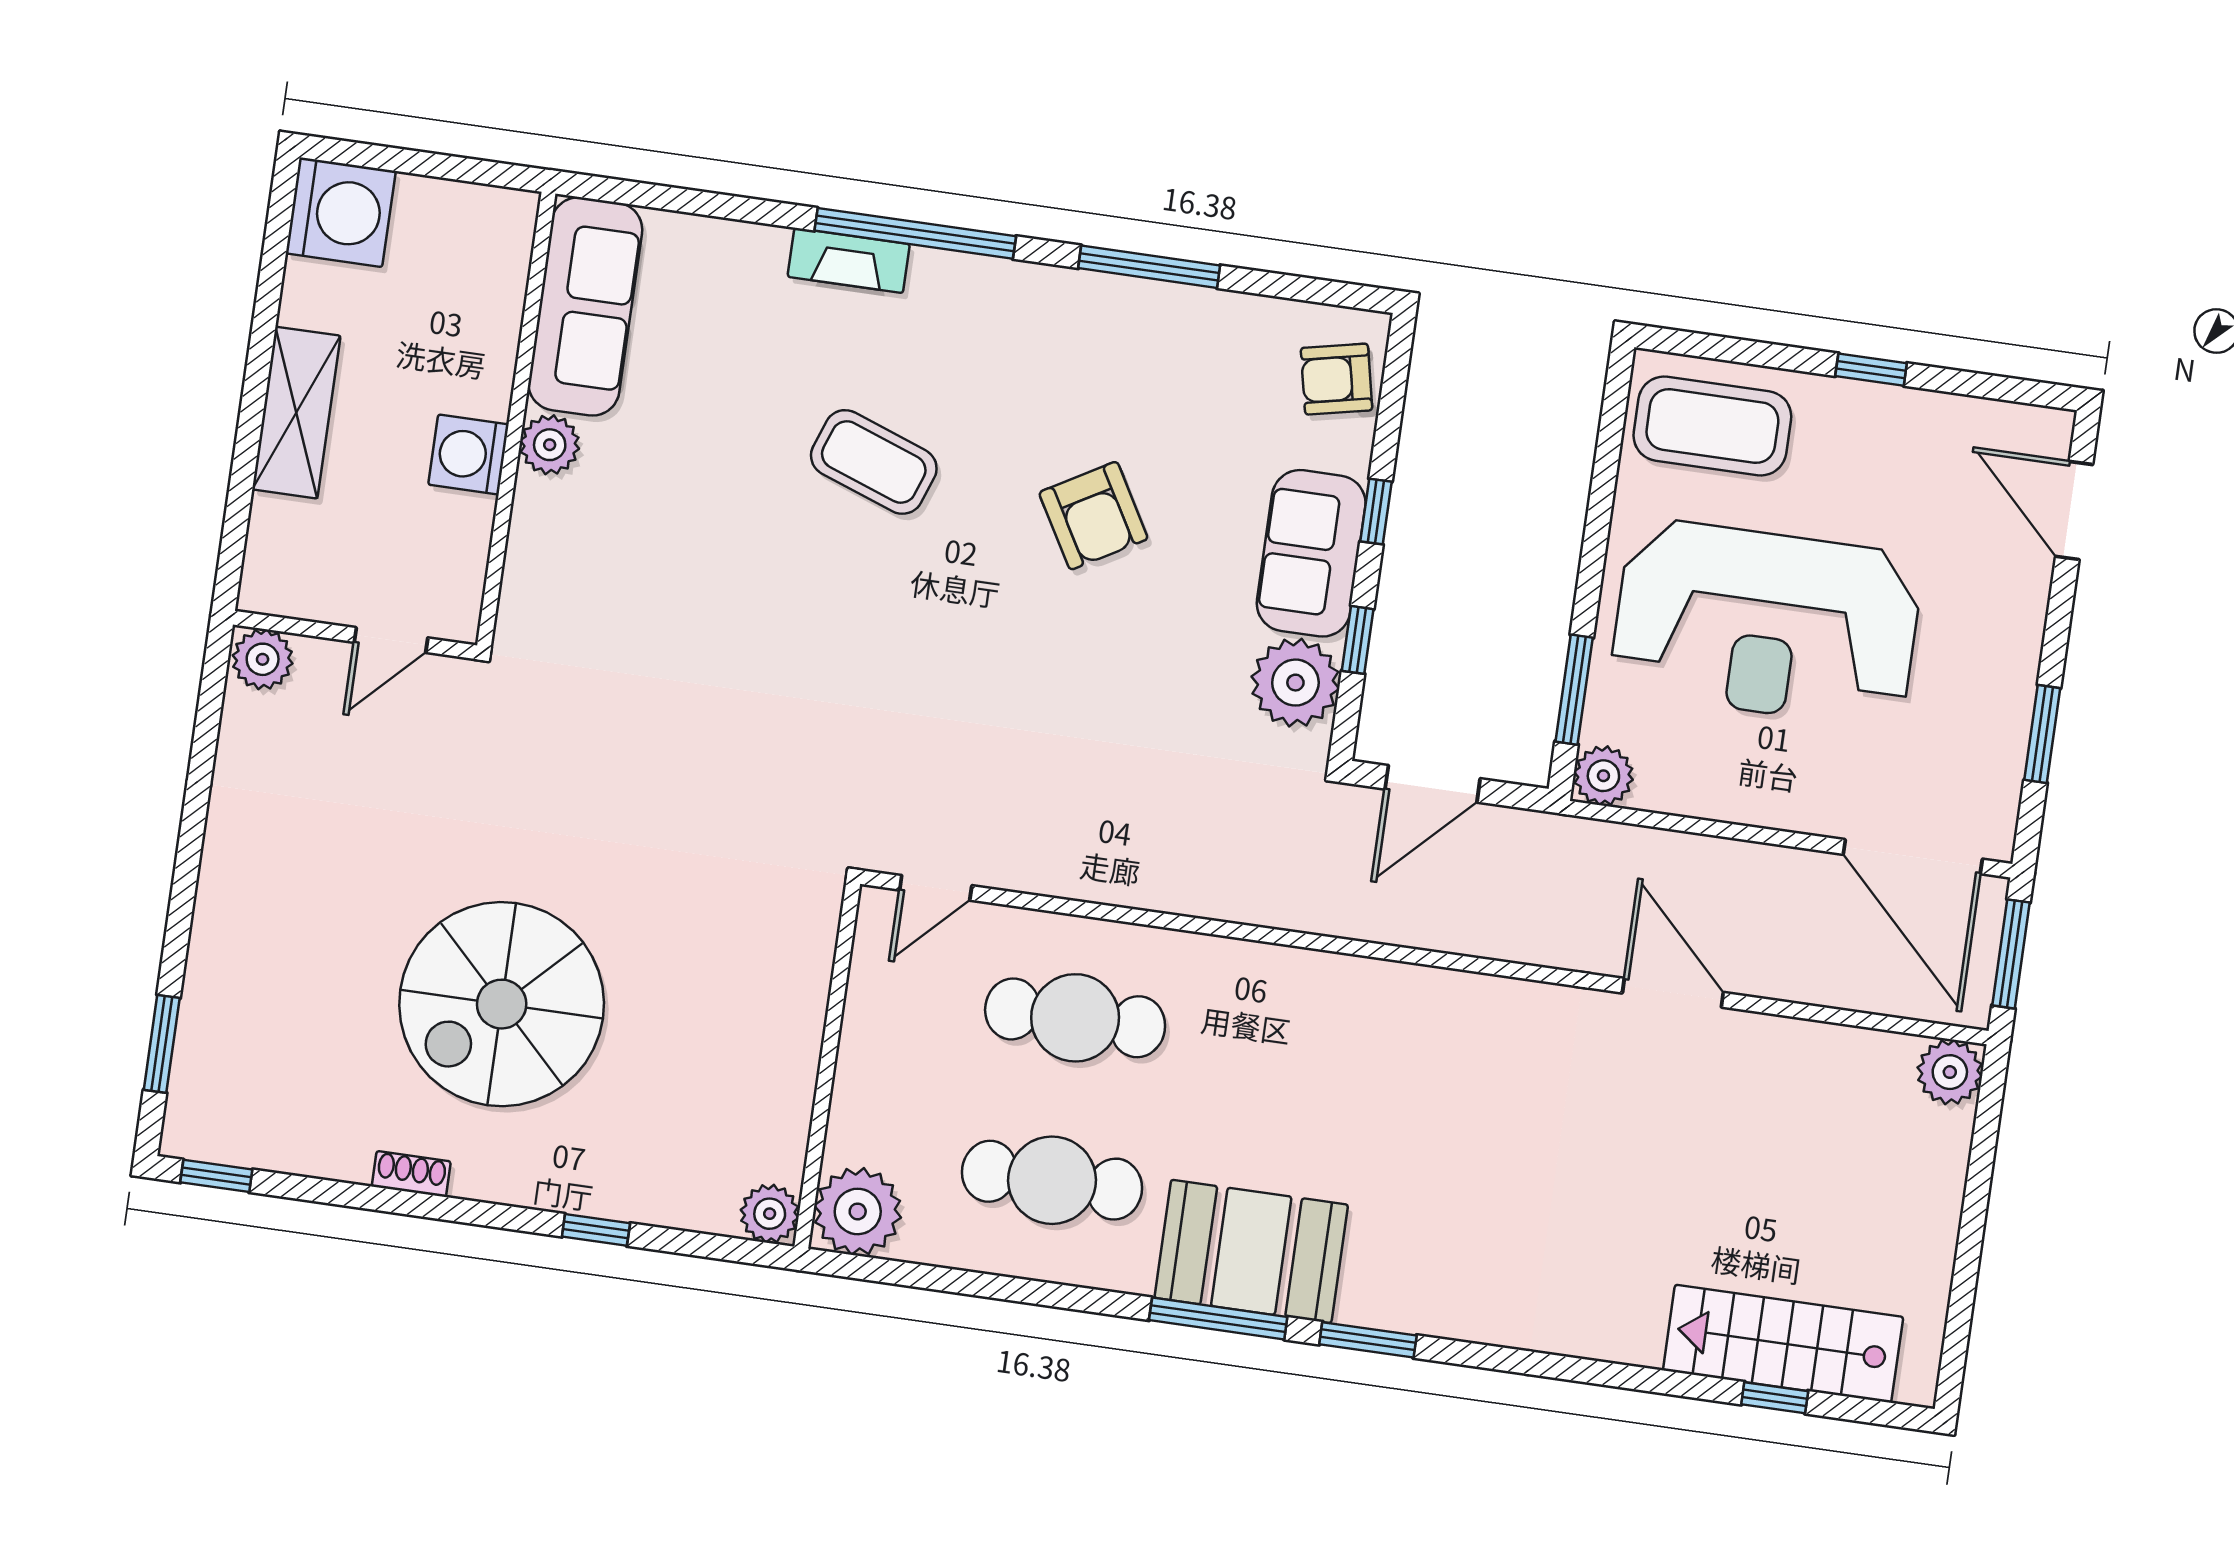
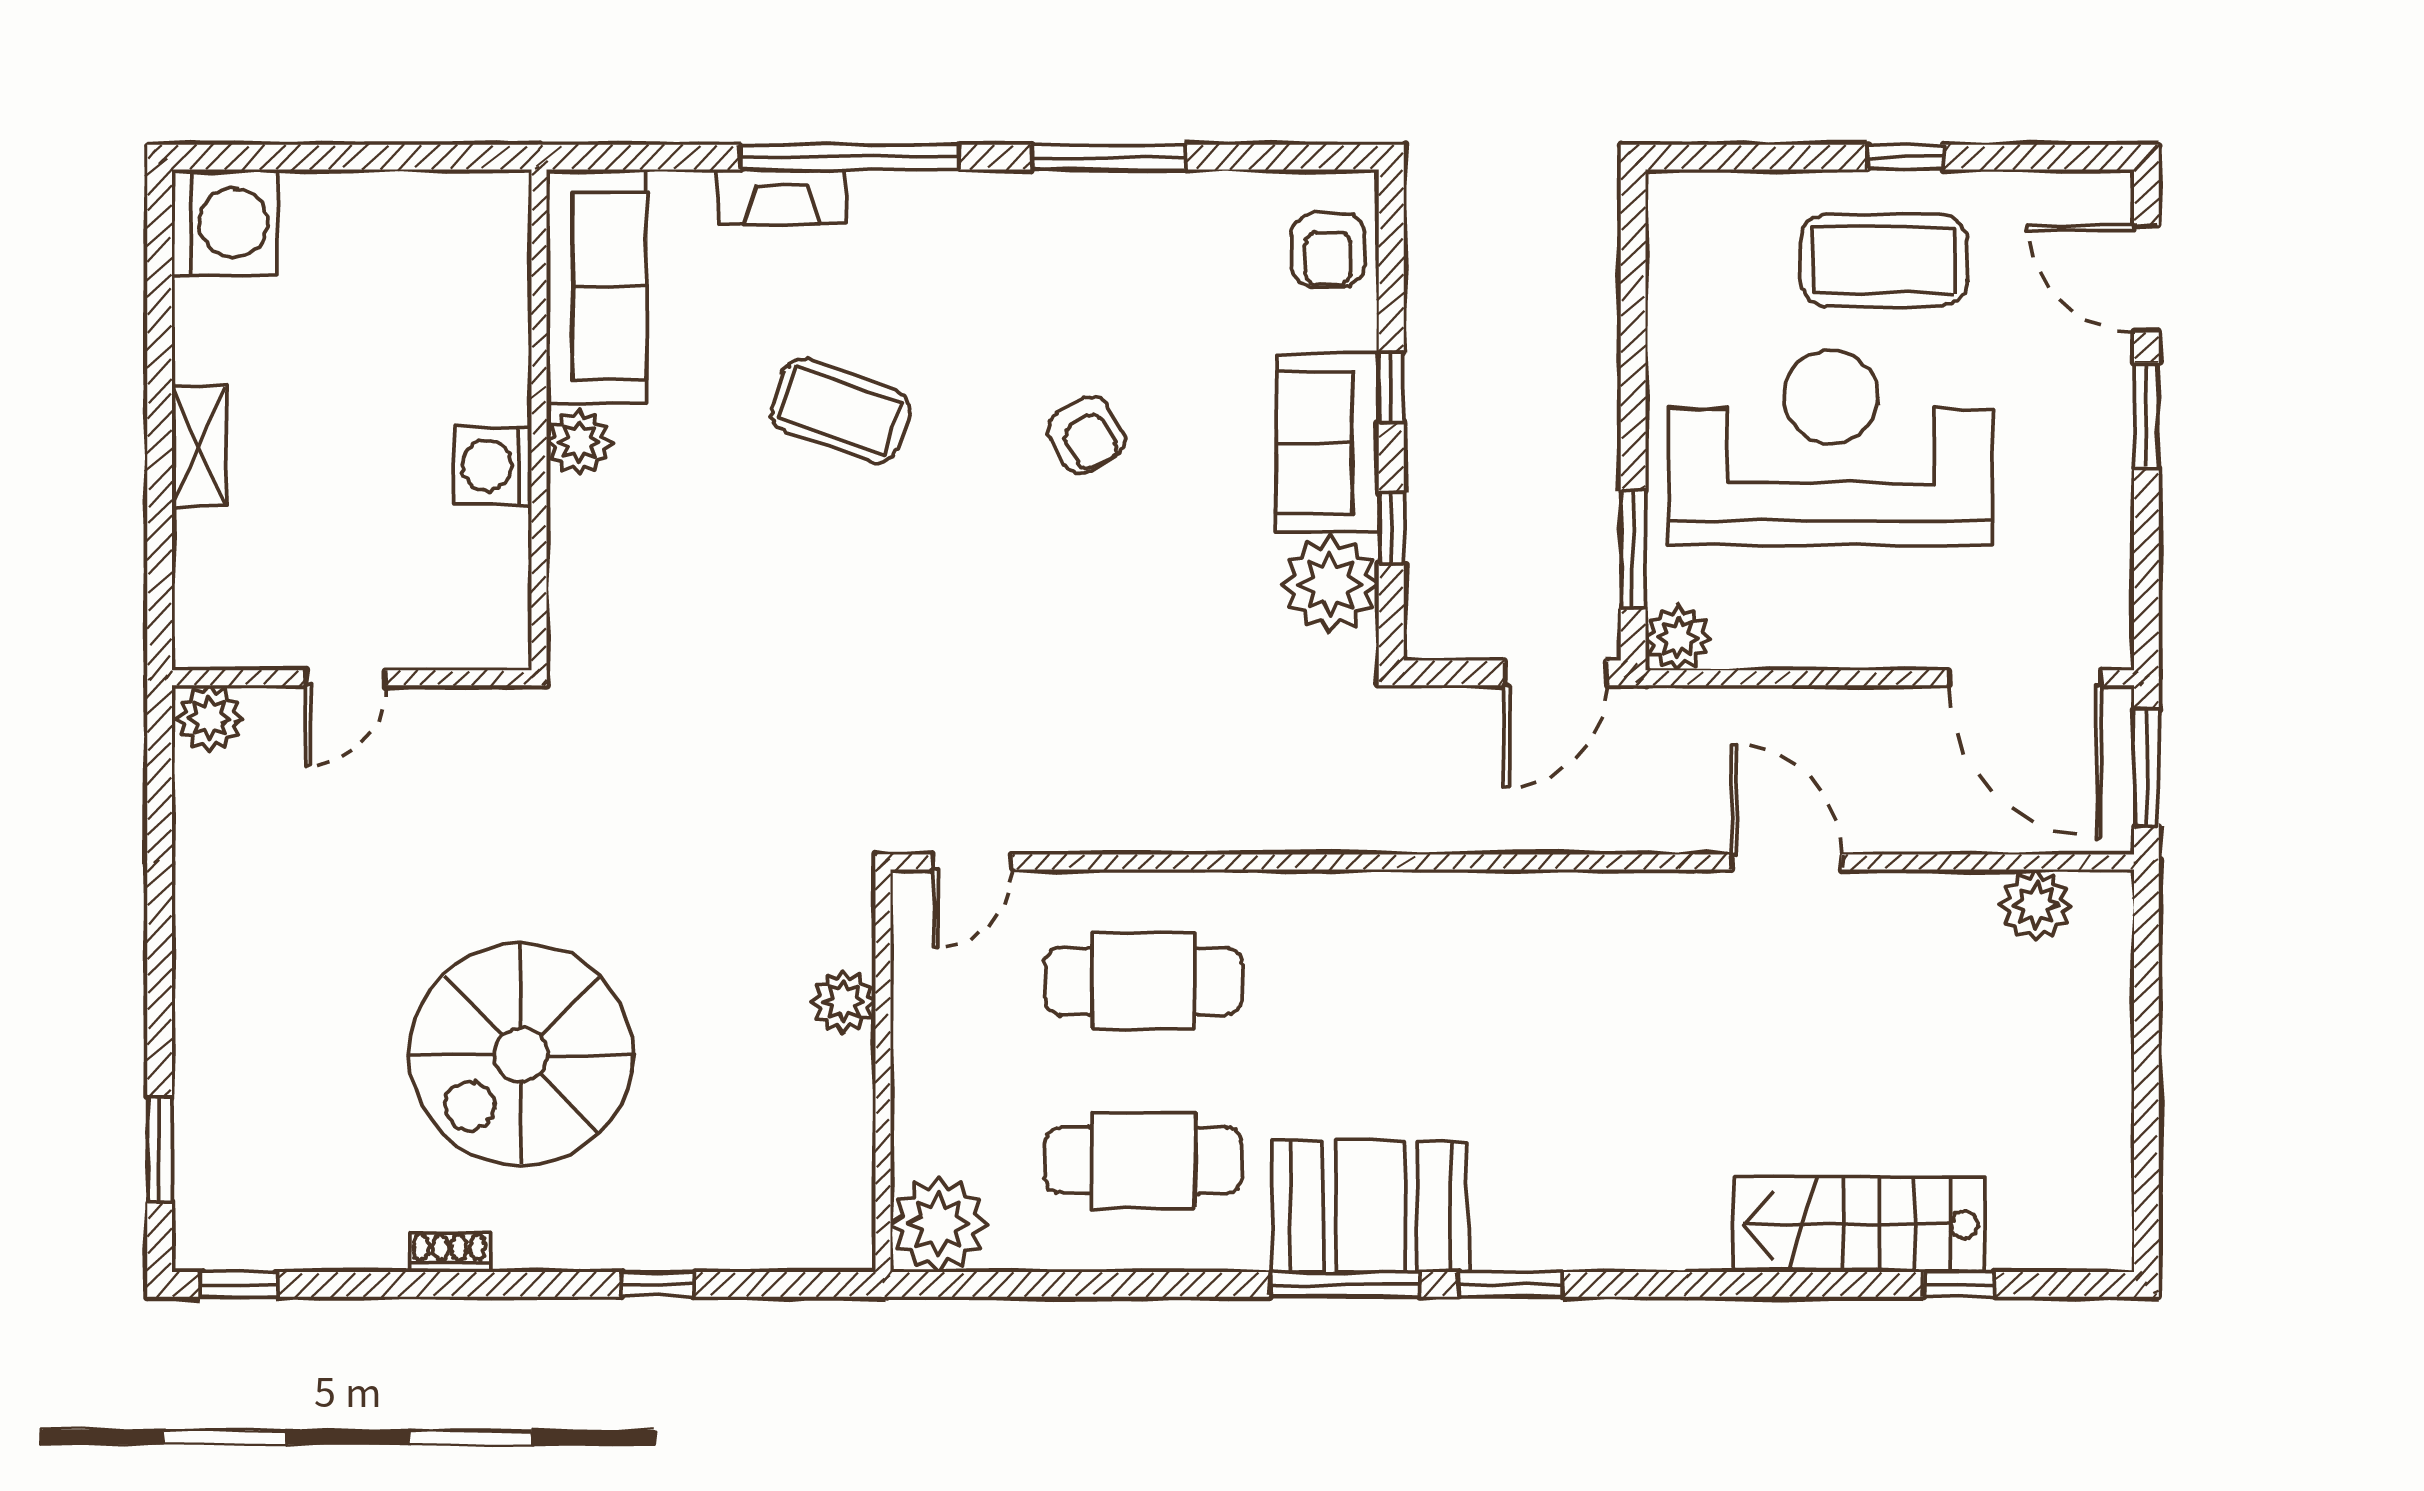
sofa: (585, 306) -> (596, 287), moved
armchair: (1336, 379) -> (1328, 250), turned -78
shelving: (296, 413) -> (199, 446), width x0.67, depth x0.75
wall: (516, 420) -> (539, 420), moved
coffee table: (1712, 426) -> (1883, 260), moved
plant: (550, 445) -> (579, 442), moved
washing machine: (468, 455) -> (493, 465), moved
armchair: (1093, 516) -> (1086, 435), width x0.72, depth x0.72
reception desk: (1766, 623) -> (1831, 448), turned 180
window: (2042, 734) -> (2146, 415), moved
door: (1433, 784) -> (1556, 673), moved
plant: (1950, 1072) -> (2036, 905), moved
plant: (770, 1214) -> (843, 1002), moved
stairs: (1783, 1344) -> (1859, 1225), moved

